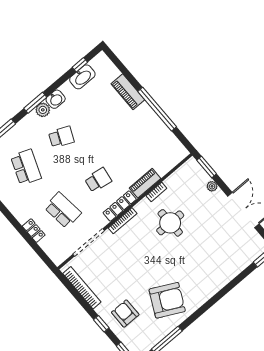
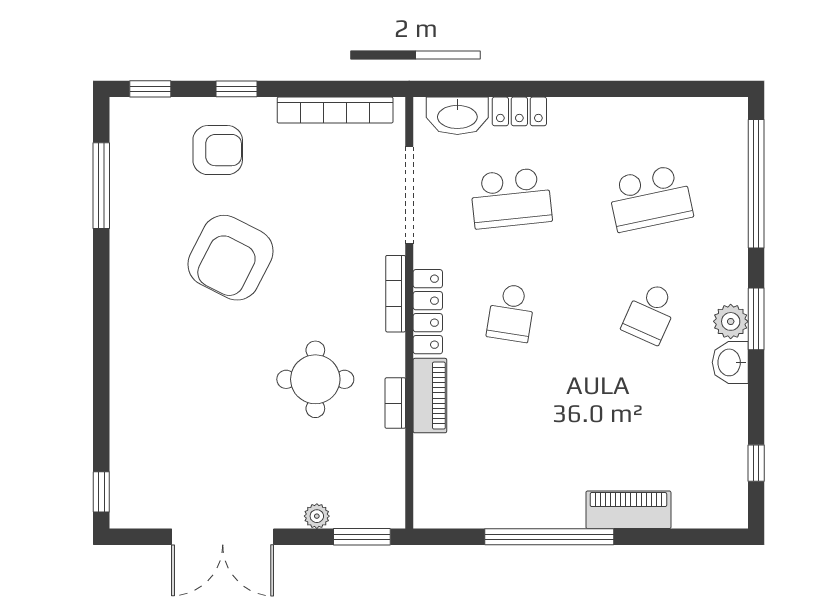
washbasin: (82, 77) -> (457, 116), moved, turned -90
school desk: (26, 167) -> (650, 198), turned -33
armchair: (167, 300) -> (230, 258), moved

